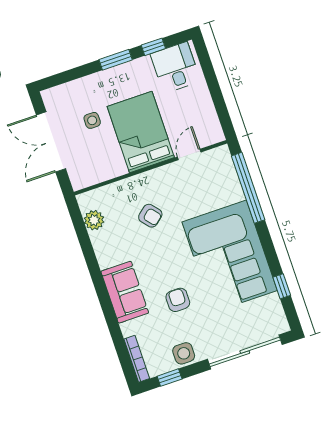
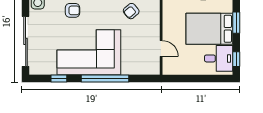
window: (153, 47) -> (236, 59), moved
bed: (141, 132) -> (209, 29), moved, turned 180
window: (248, 188) -> (105, 78), moved

